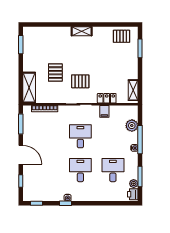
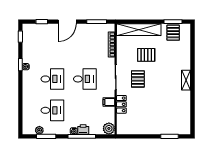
pallet: (122, 36) -> (173, 33), moved
shelving: (29, 88) -> (139, 30), width x1.47
shelving: (133, 90) -> (129, 130), removed
plant: (132, 126) -> (109, 128), moved
printer: (133, 194) -> (83, 129), moved

